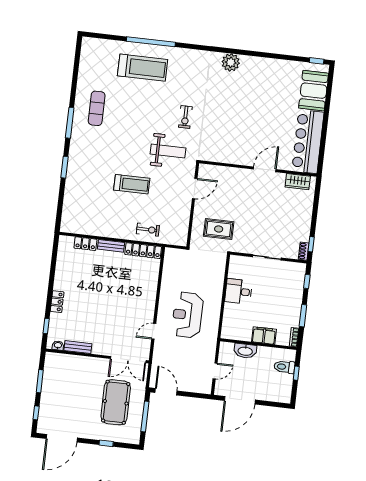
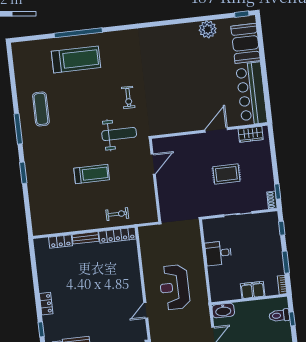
plant: (231, 62) -> (208, 29), moved
rug: (219, 229) -> (226, 174), moved
washbasin: (245, 351) -> (223, 311), moved

